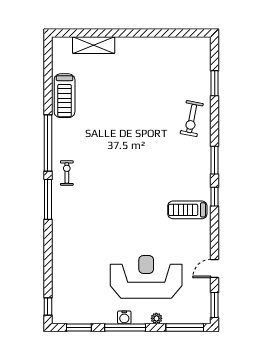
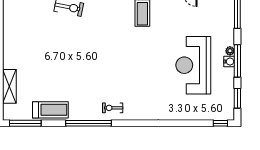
window: (48, 199) -> (25, 123), moved
reception desk: (146, 277) -> (193, 65), moved
plant: (156, 318) -> (230, 51), moved

